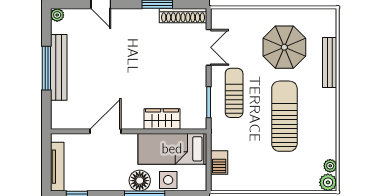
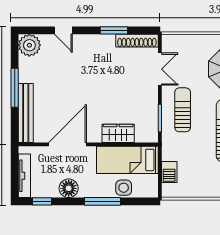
plant: (57, 15) -> (29, 45), width x1.88, depth x1.88
bench: (59, 67) -> (26, 113), moved
door: (105, 131) -> (68, 144), width x1.36
floor lamp: (140, 181) -> (69, 188), moved

